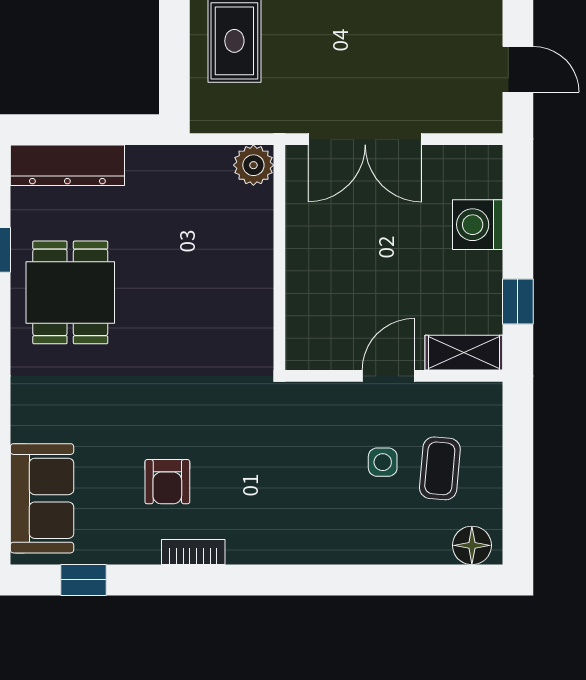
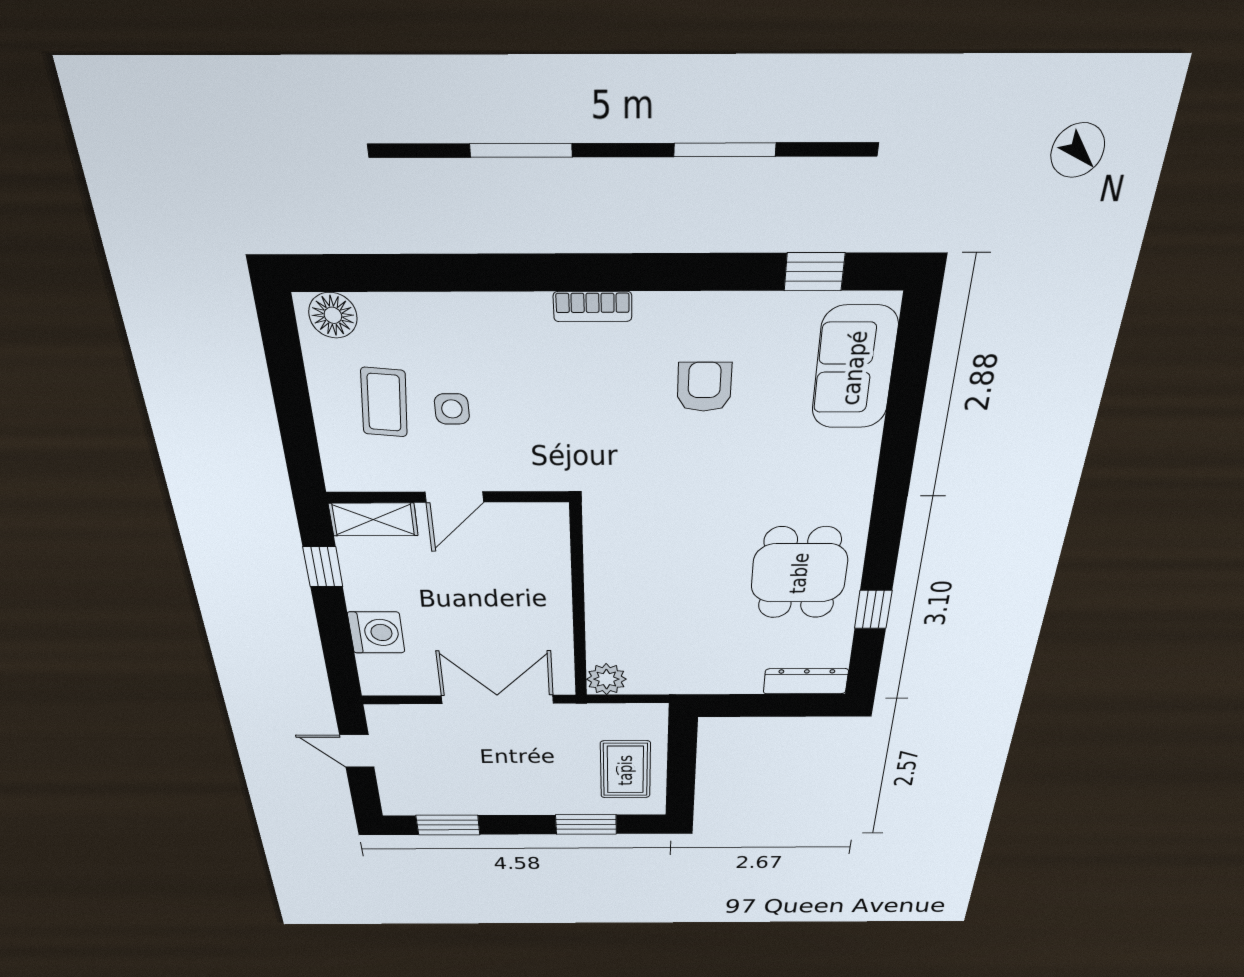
dresser: (67, 165) -> (806, 681), width x0.73, depth x0.80
bookcase: (193, 552) -> (593, 306), moved

